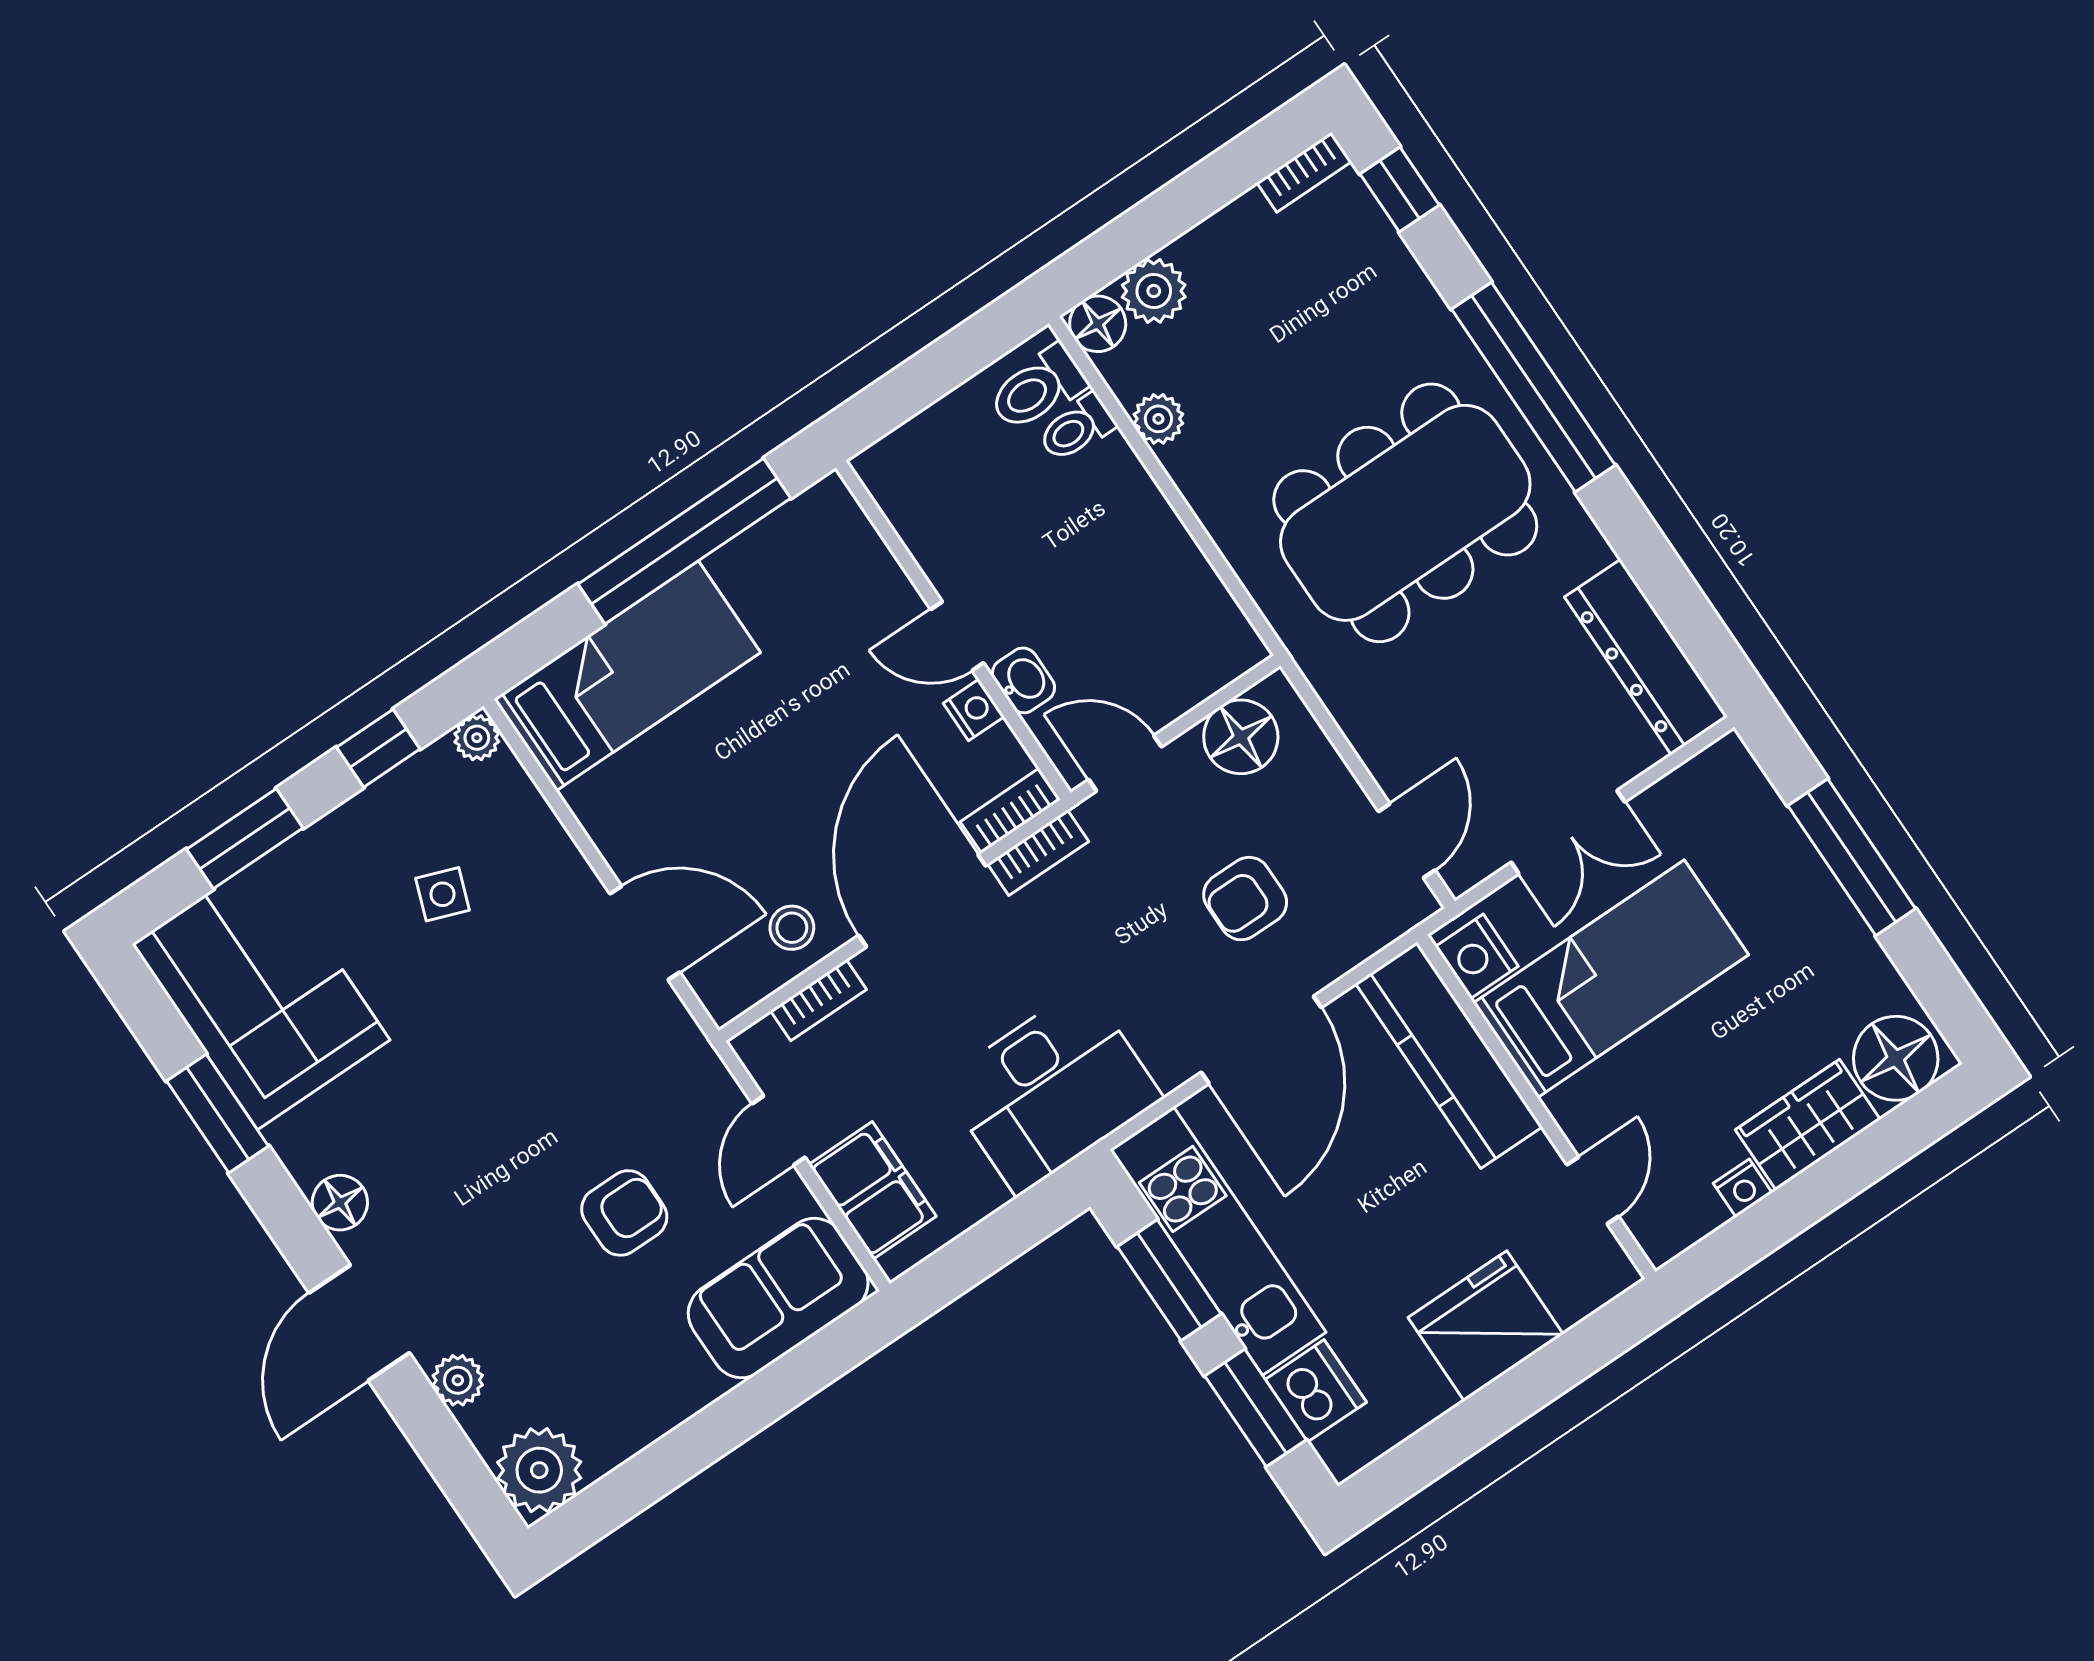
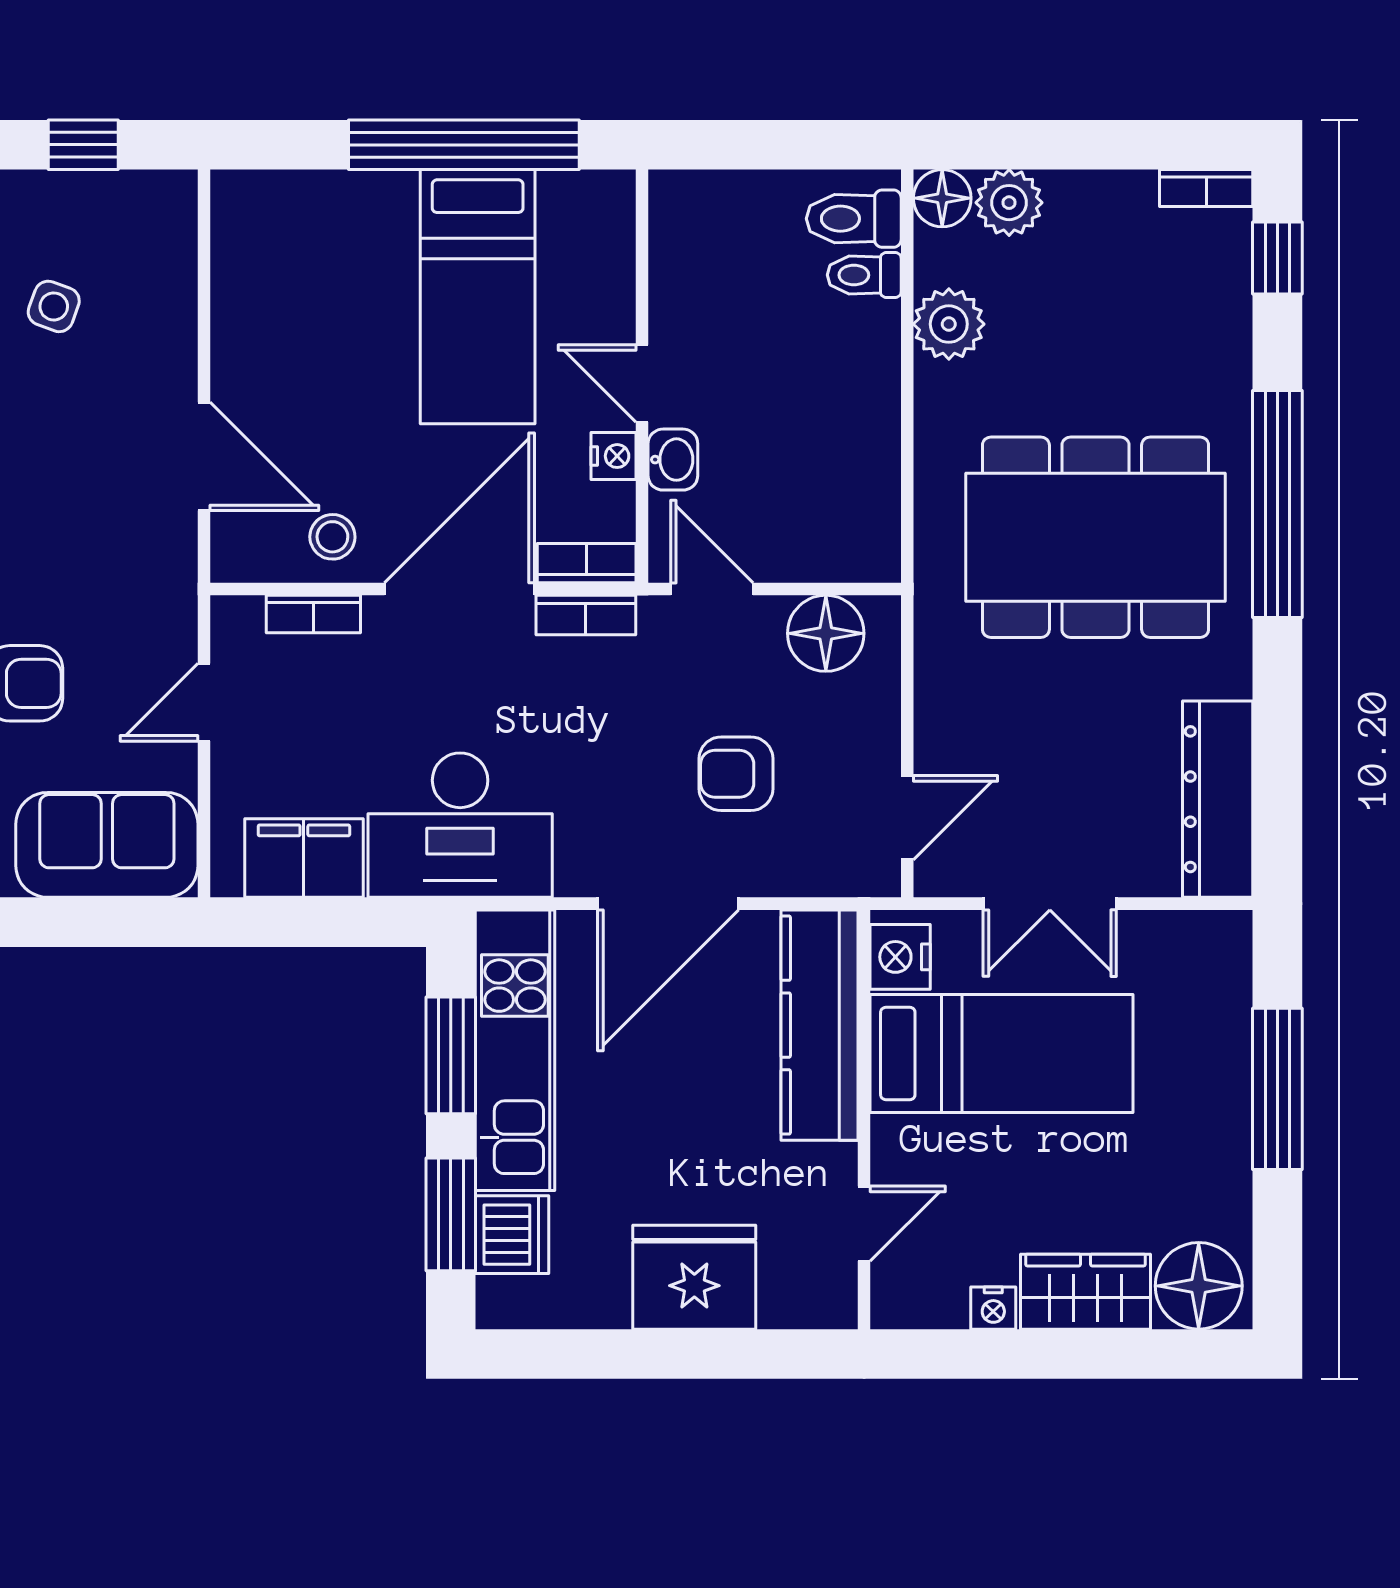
plant: (1158, 419) -> (949, 324), width x1.38, depth x1.38
bed: (627, 676) -> (478, 297), moved, turned 90
plant: (477, 738) -> (173, 193), removed
filing cabinet: (873, 1190) -> (304, 858), moved, turned -90

